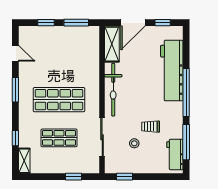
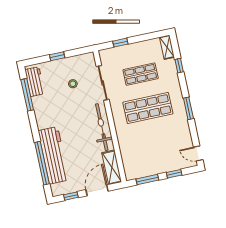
door: (15, 53) -> (198, 153), moved
window: (186, 93) -> (42, 163), moved
trolley: (151, 127) -> (62, 102), removed
window: (125, 177) -> (57, 56), moved

